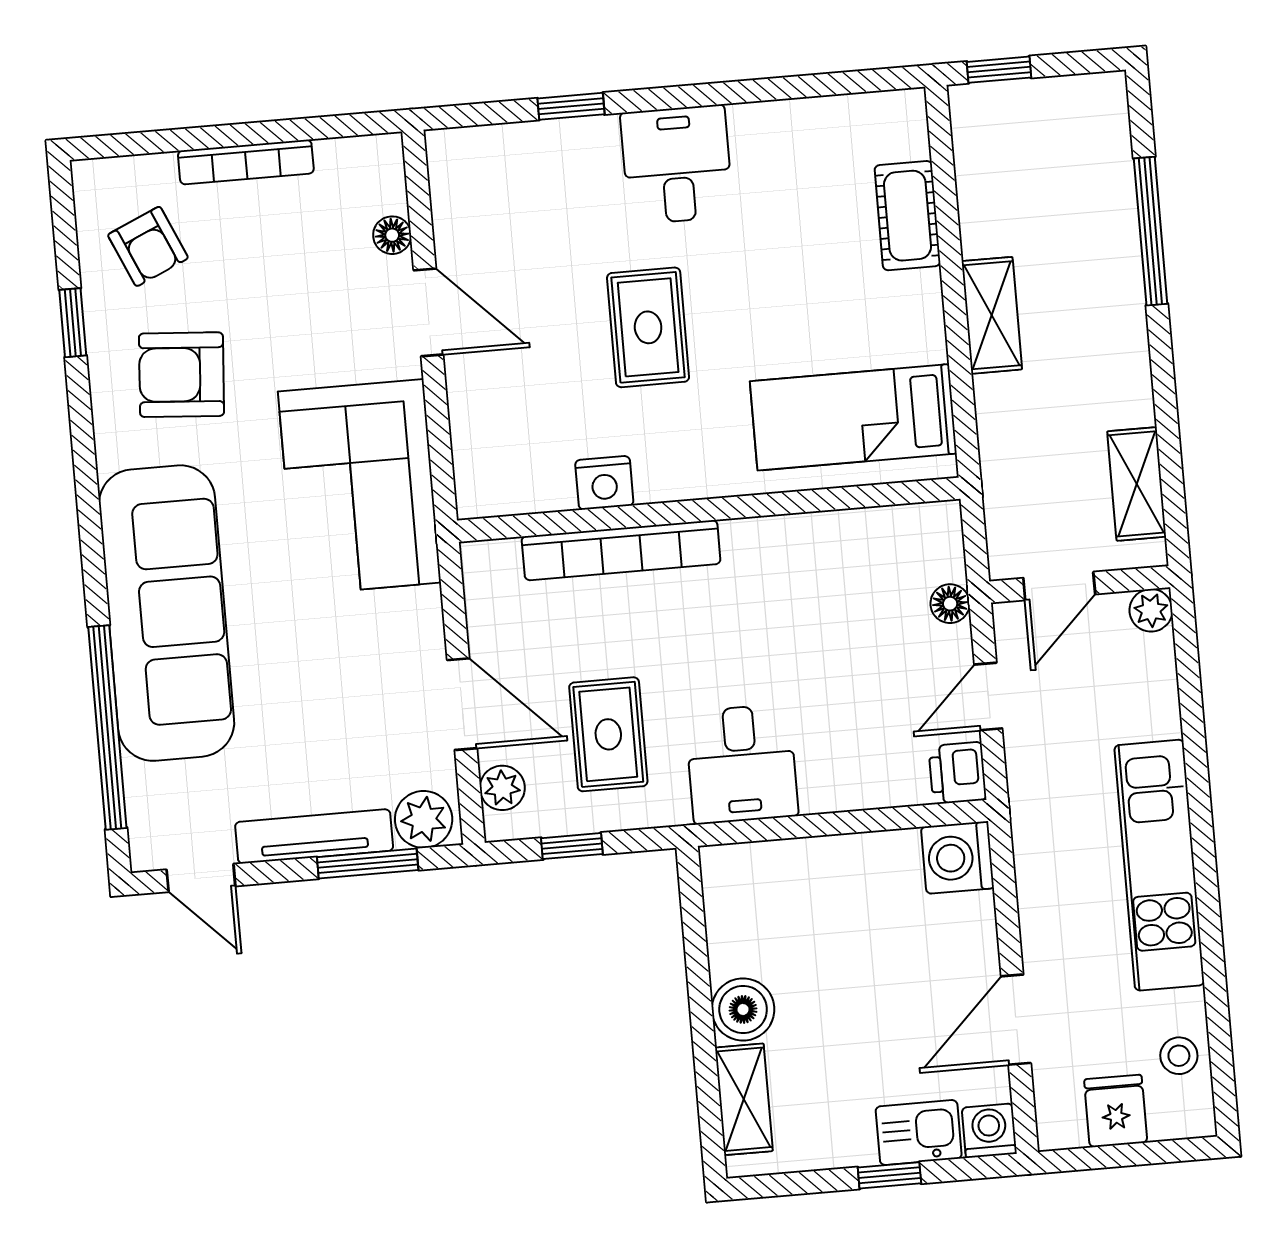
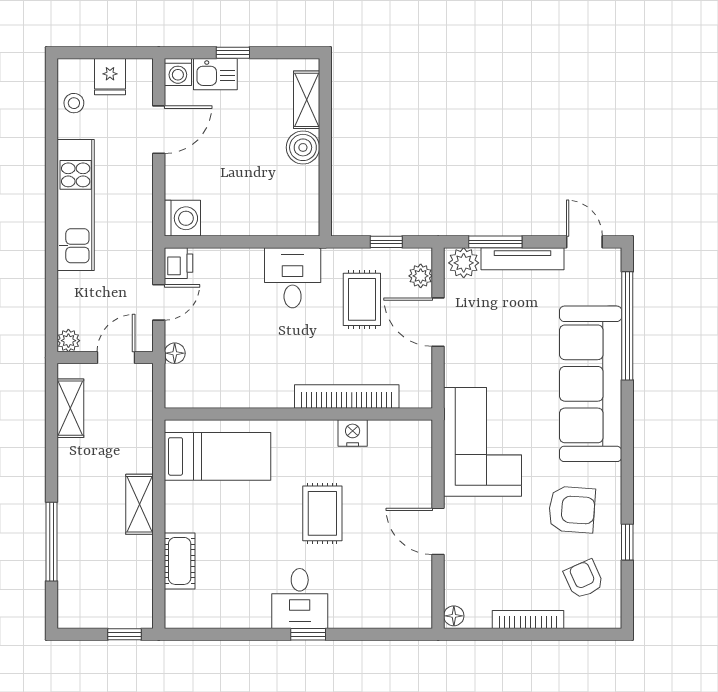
window: (571, 106) -> (308, 634), moved
floor lamp: (392, 235) -> (454, 616), moved

